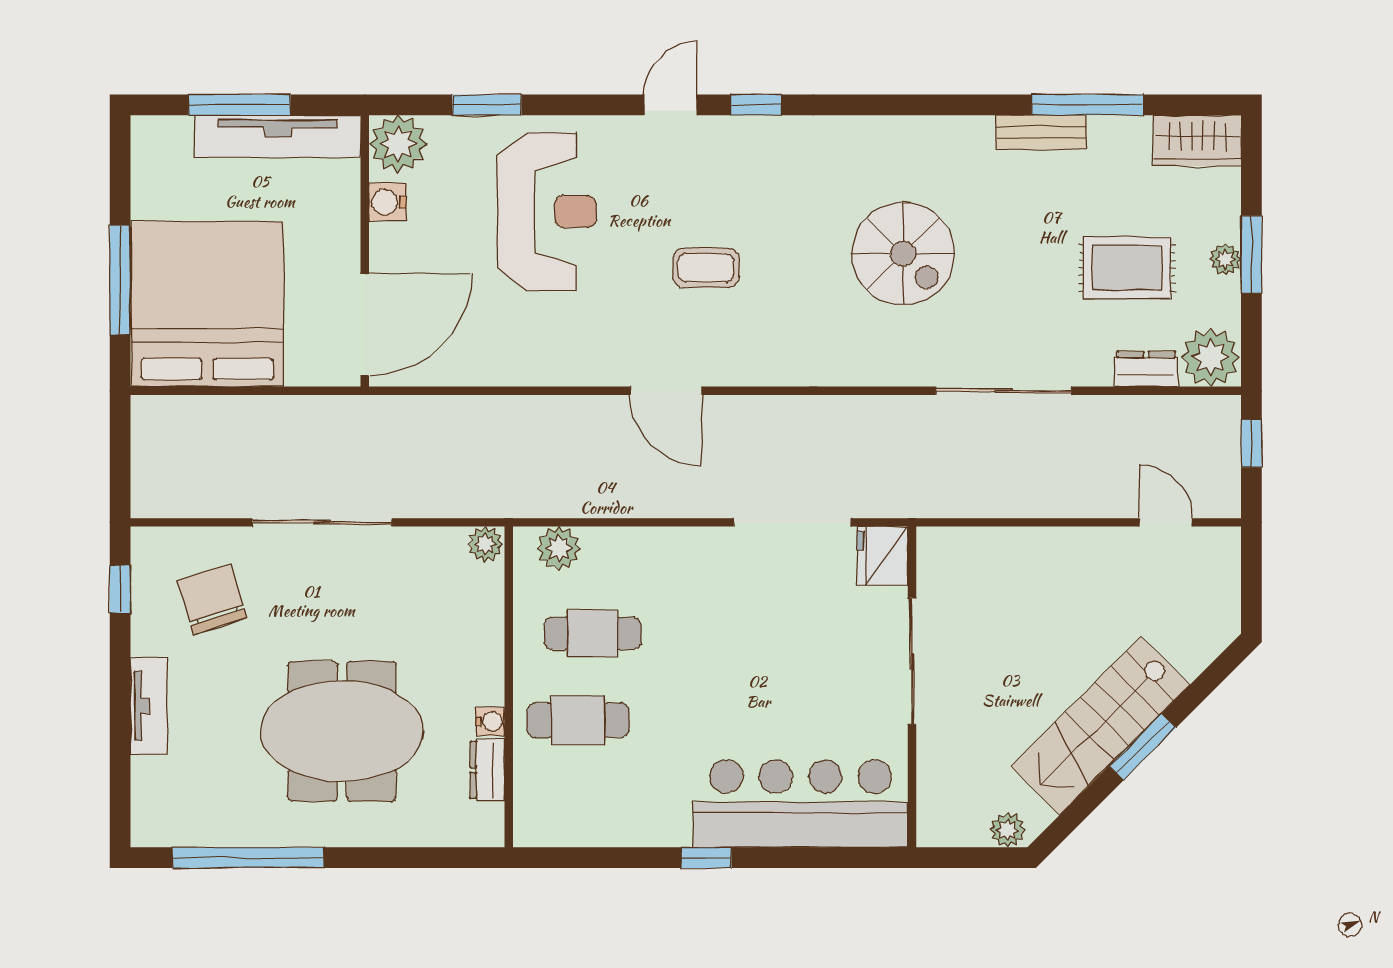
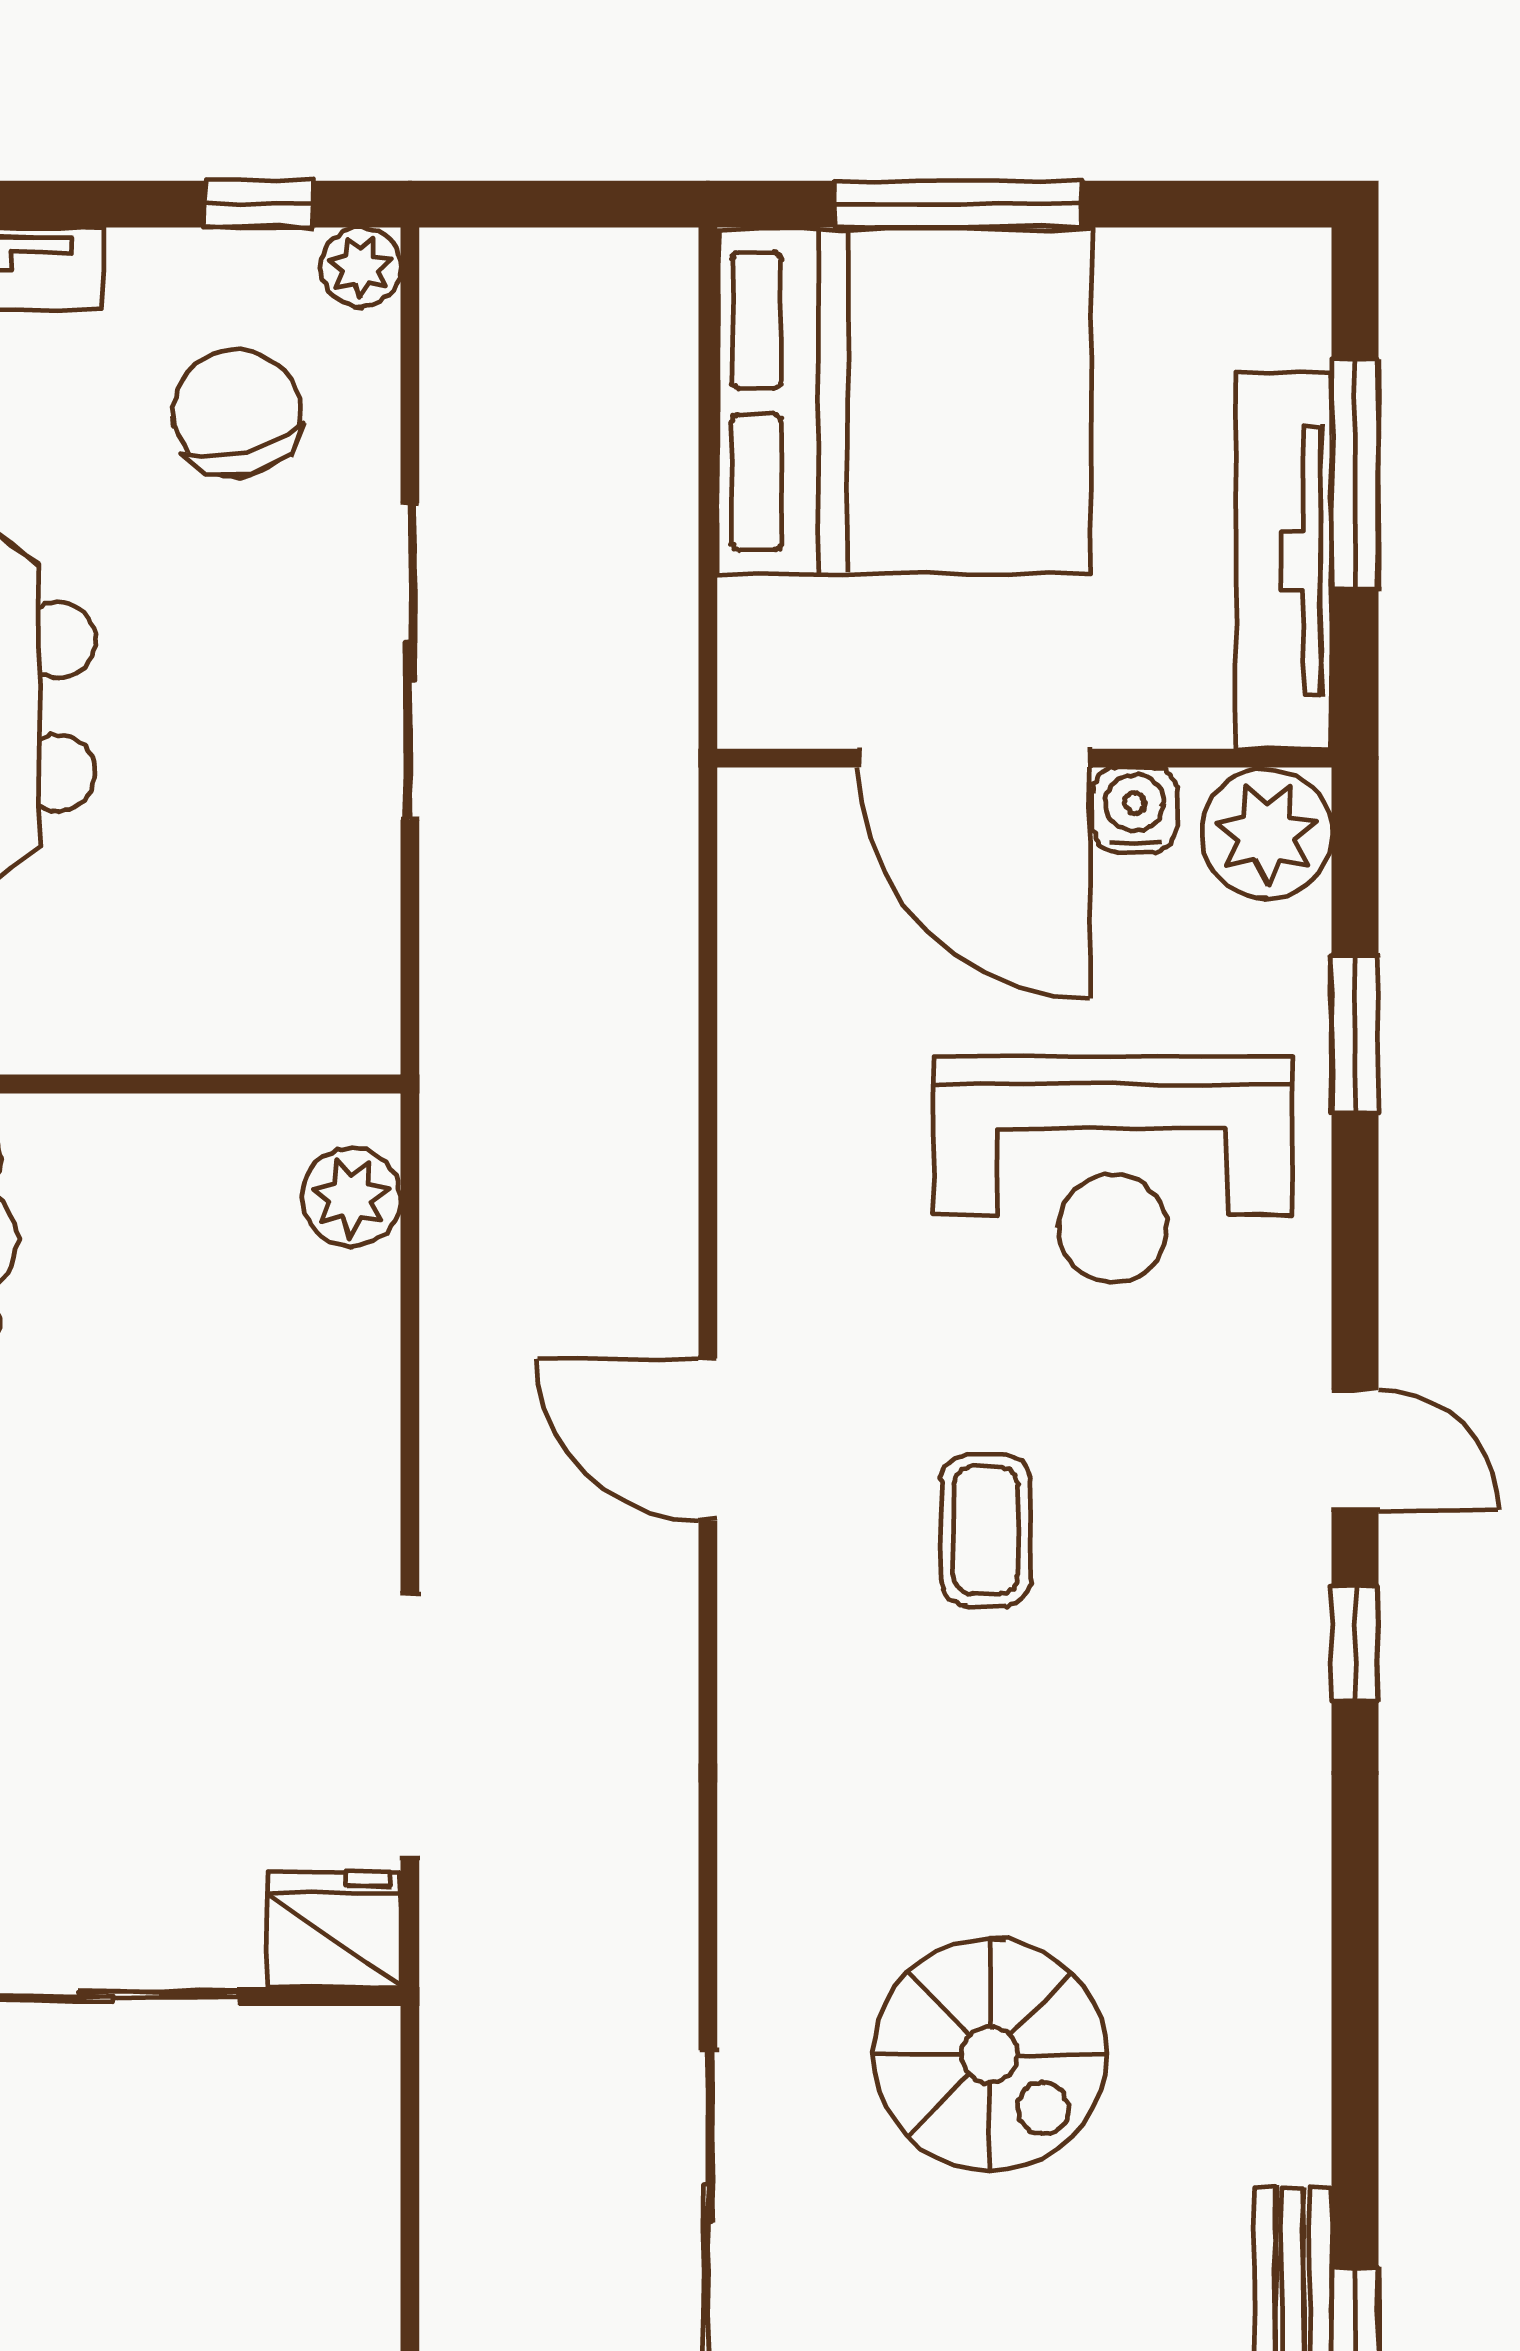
spiral stairs: (903, 254) -> (989, 2055), moved, turned -90
door: (365, 325) -> (975, 758), moved
door: (666, 391) -> (708, 1439), hinge flipped
plant: (485, 544) -> (361, 267), moved
chair: (212, 599) -> (236, 413), turned -86
cafe table: (593, 633) -> (159, 1274), removed

